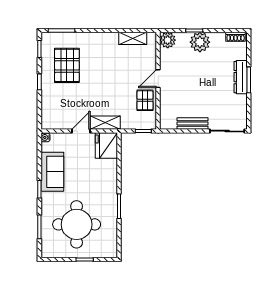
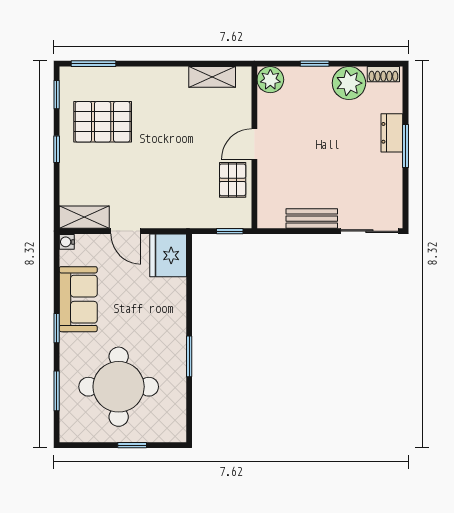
plant: (200, 42) -> (349, 83), moved
pallet: (67, 65) -> (103, 122), turned 90
dresser: (241, 77) -> (392, 133), width x0.70
shelving: (105, 123) -> (84, 217), moved
door: (81, 131) -> (126, 231), swing flipped

